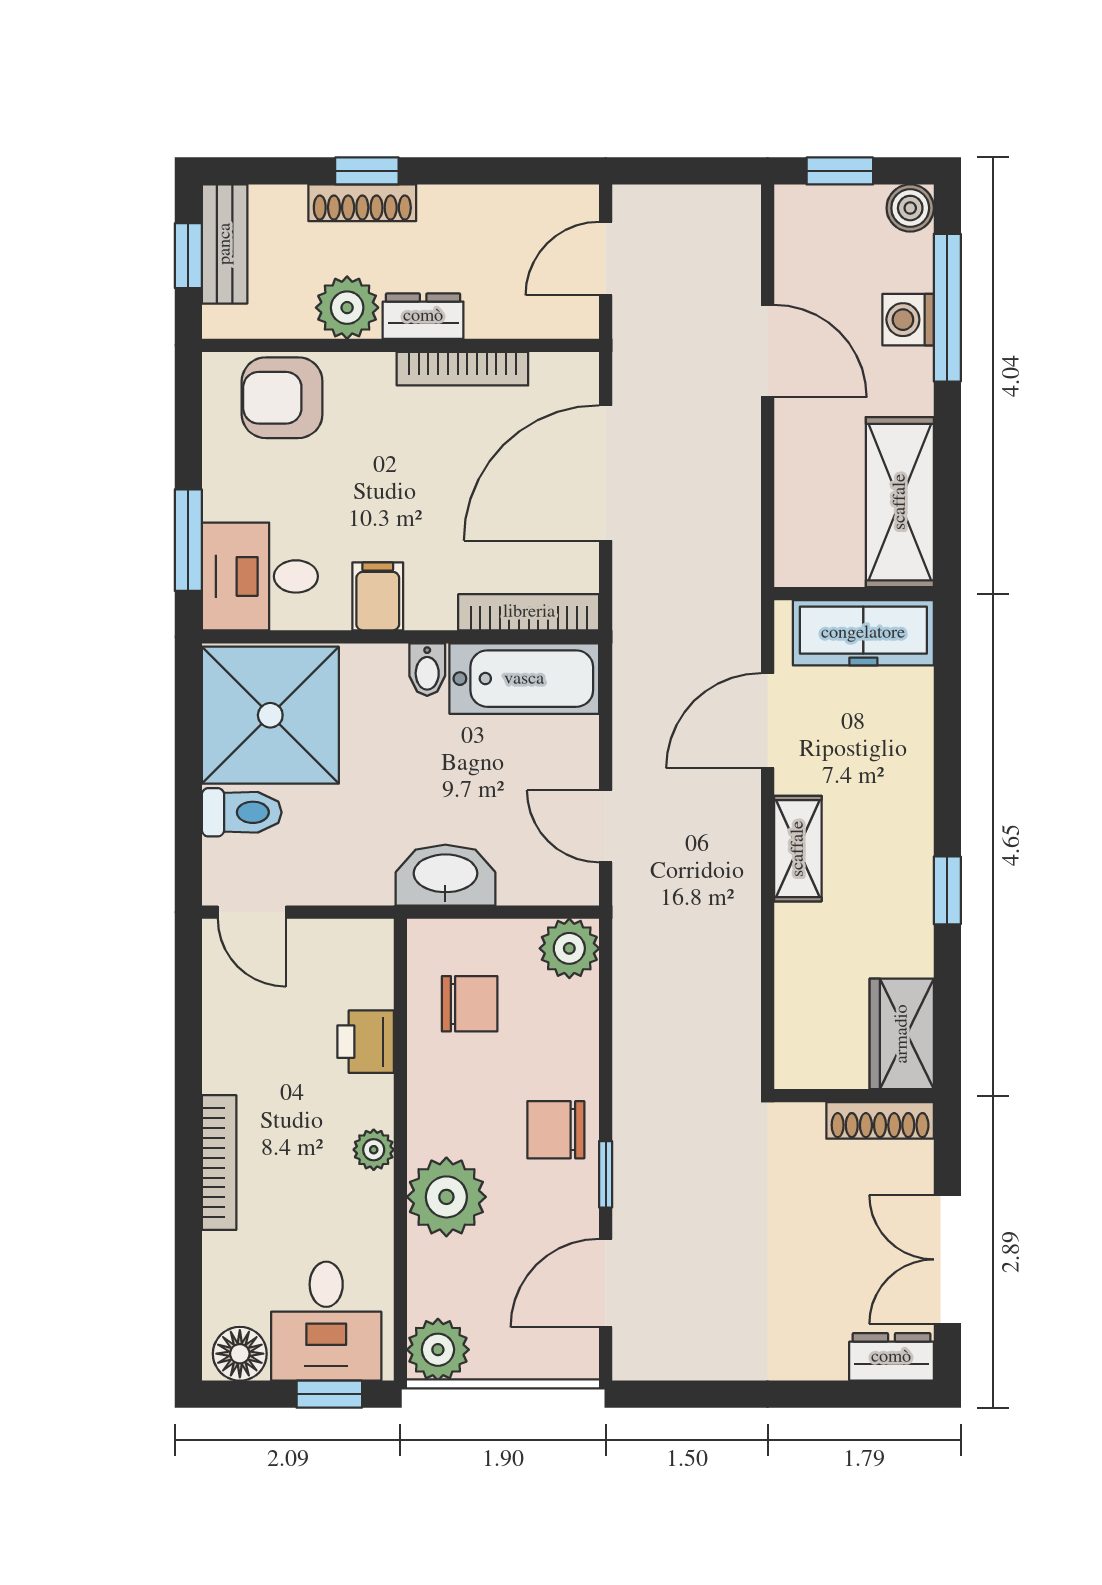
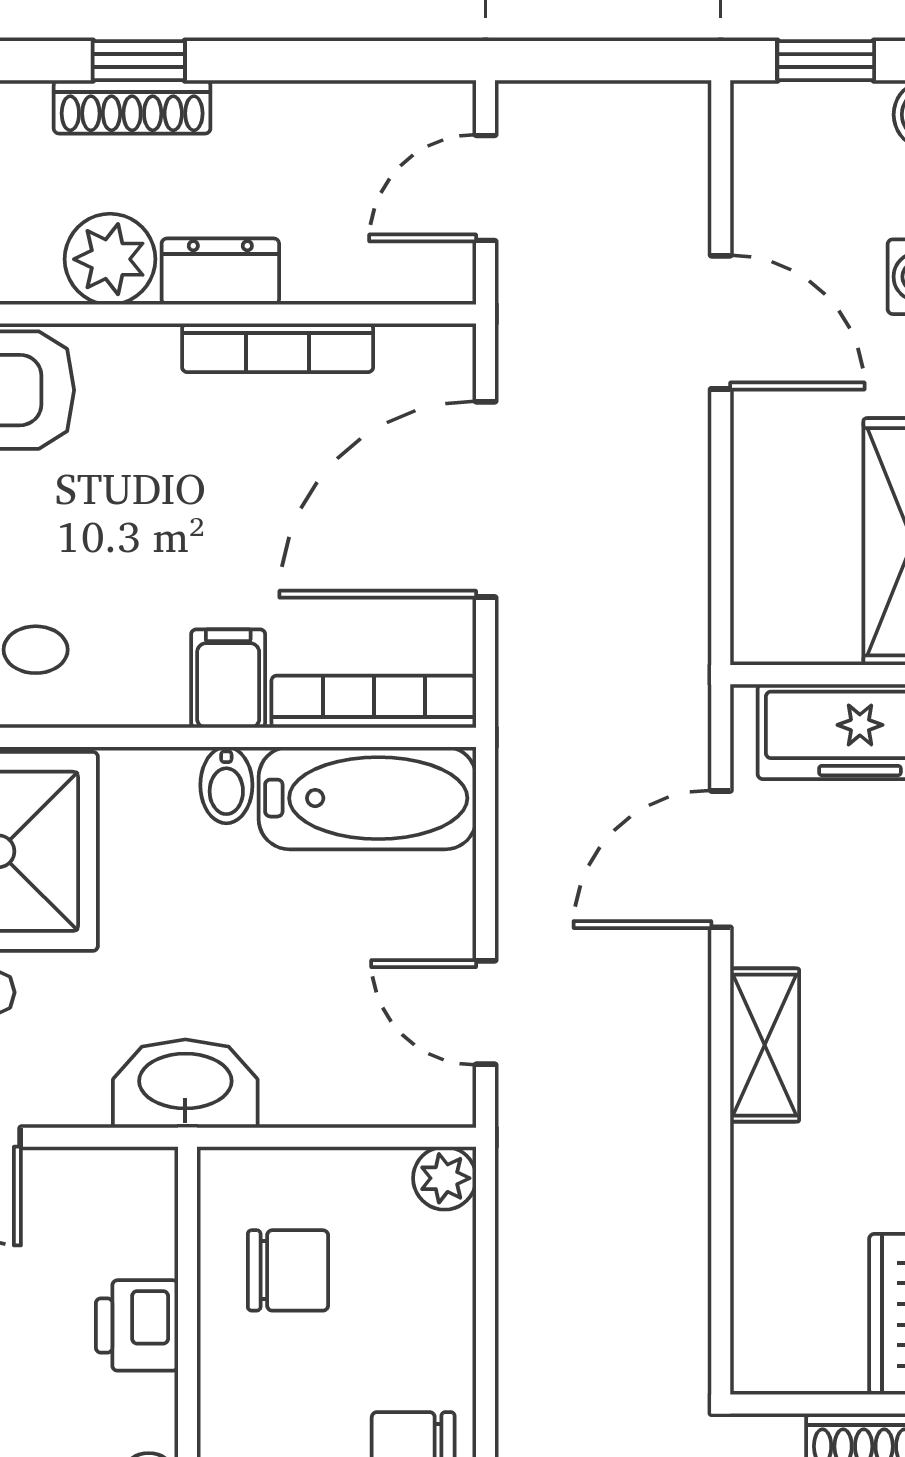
filing cabinet: (378, 596) -> (228, 679), moved
washbasin: (445, 875) -> (185, 1084), moved
plant: (569, 948) -> (445, 1178), width x0.73, depth x0.73

